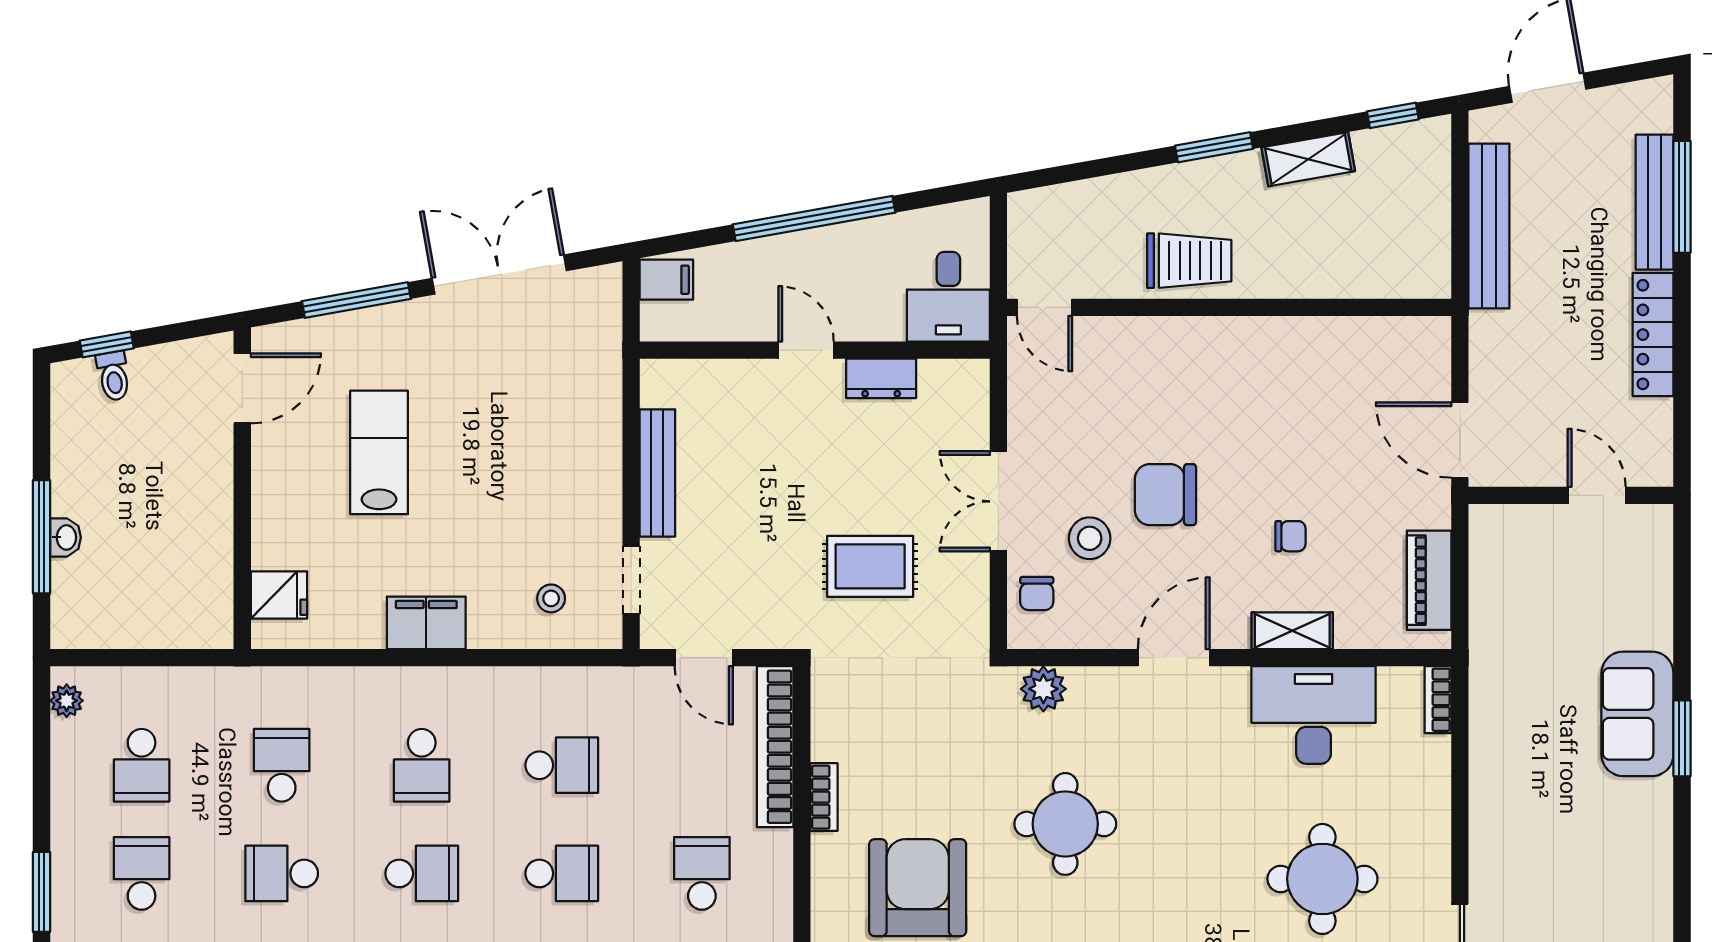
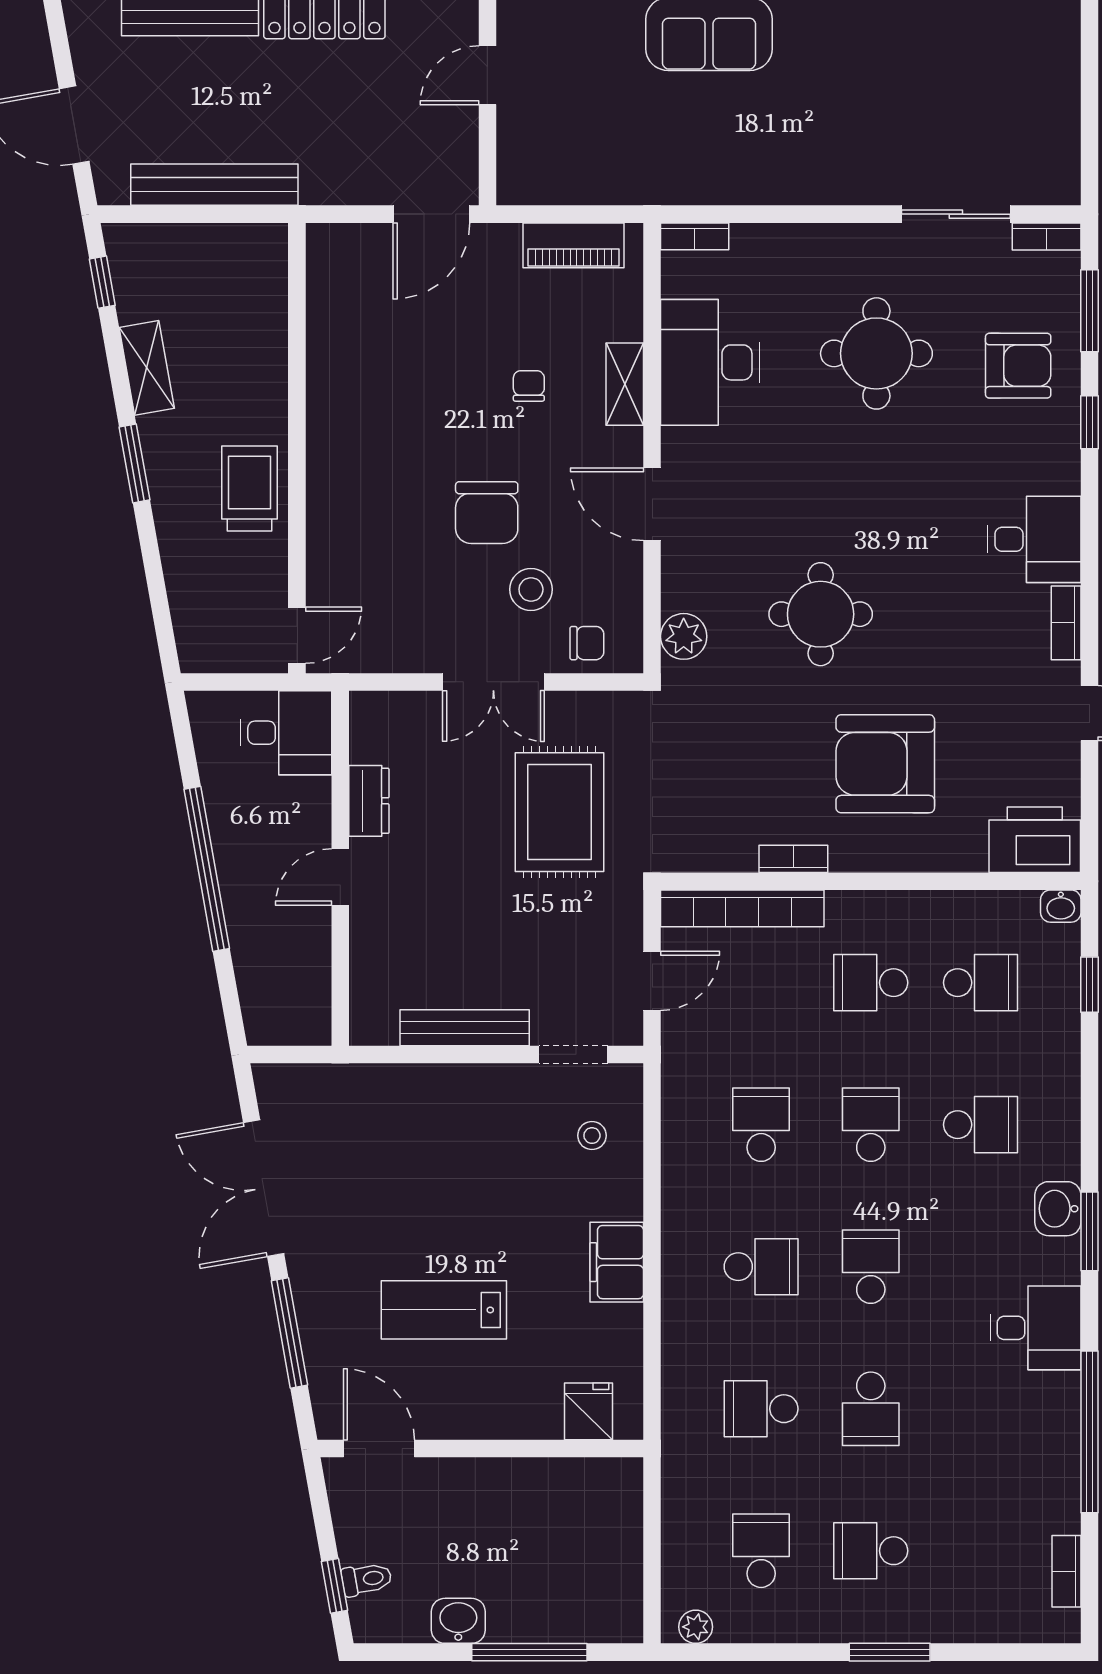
filing cabinet: (666, 280) -> (269, 1019), removed
washbasin: (66, 537) -> (458, 1621), moved, width x1.38, depth x1.45
rug: (870, 566) -> (559, 812), width x1.36, depth x1.43
school desk: (142, 765) -> (761, 1551), turned -90

